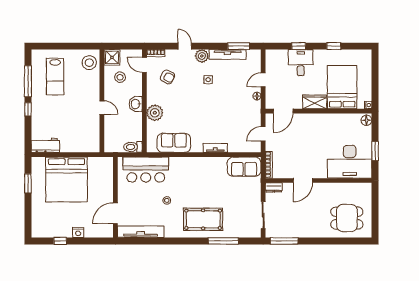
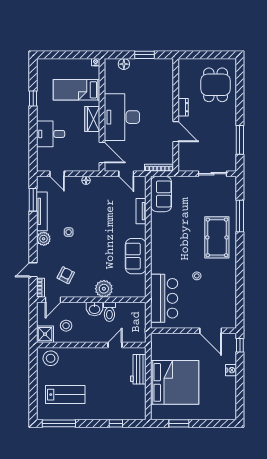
door: (185, 46) -> (33, 270), moved
window: (299, 46) -> (33, 136), removed
door: (263, 80) -> (57, 174), moved
window: (28, 81) -> (59, 423), moved
bed: (342, 87) -> (77, 90), width x0.67
door: (102, 108) -> (115, 345), moved
window: (28, 109) -> (116, 423), moved
floor lamp: (366, 120) -> (124, 64), moved
sofa: (174, 143) -> (136, 256), moved
workbench: (45, 145) -> (138, 369), moved
toilet: (133, 147) -> (109, 312), moved
tv unit: (215, 148) -> (141, 211), moved
desk: (350, 162) -> (122, 117), moved, turned 180
dresser: (274, 187) -> (183, 107), moved
tv unit: (141, 232) -> (230, 304), removed
window: (60, 241) -> (240, 345), moved
window: (284, 241) -> (240, 140), moved

